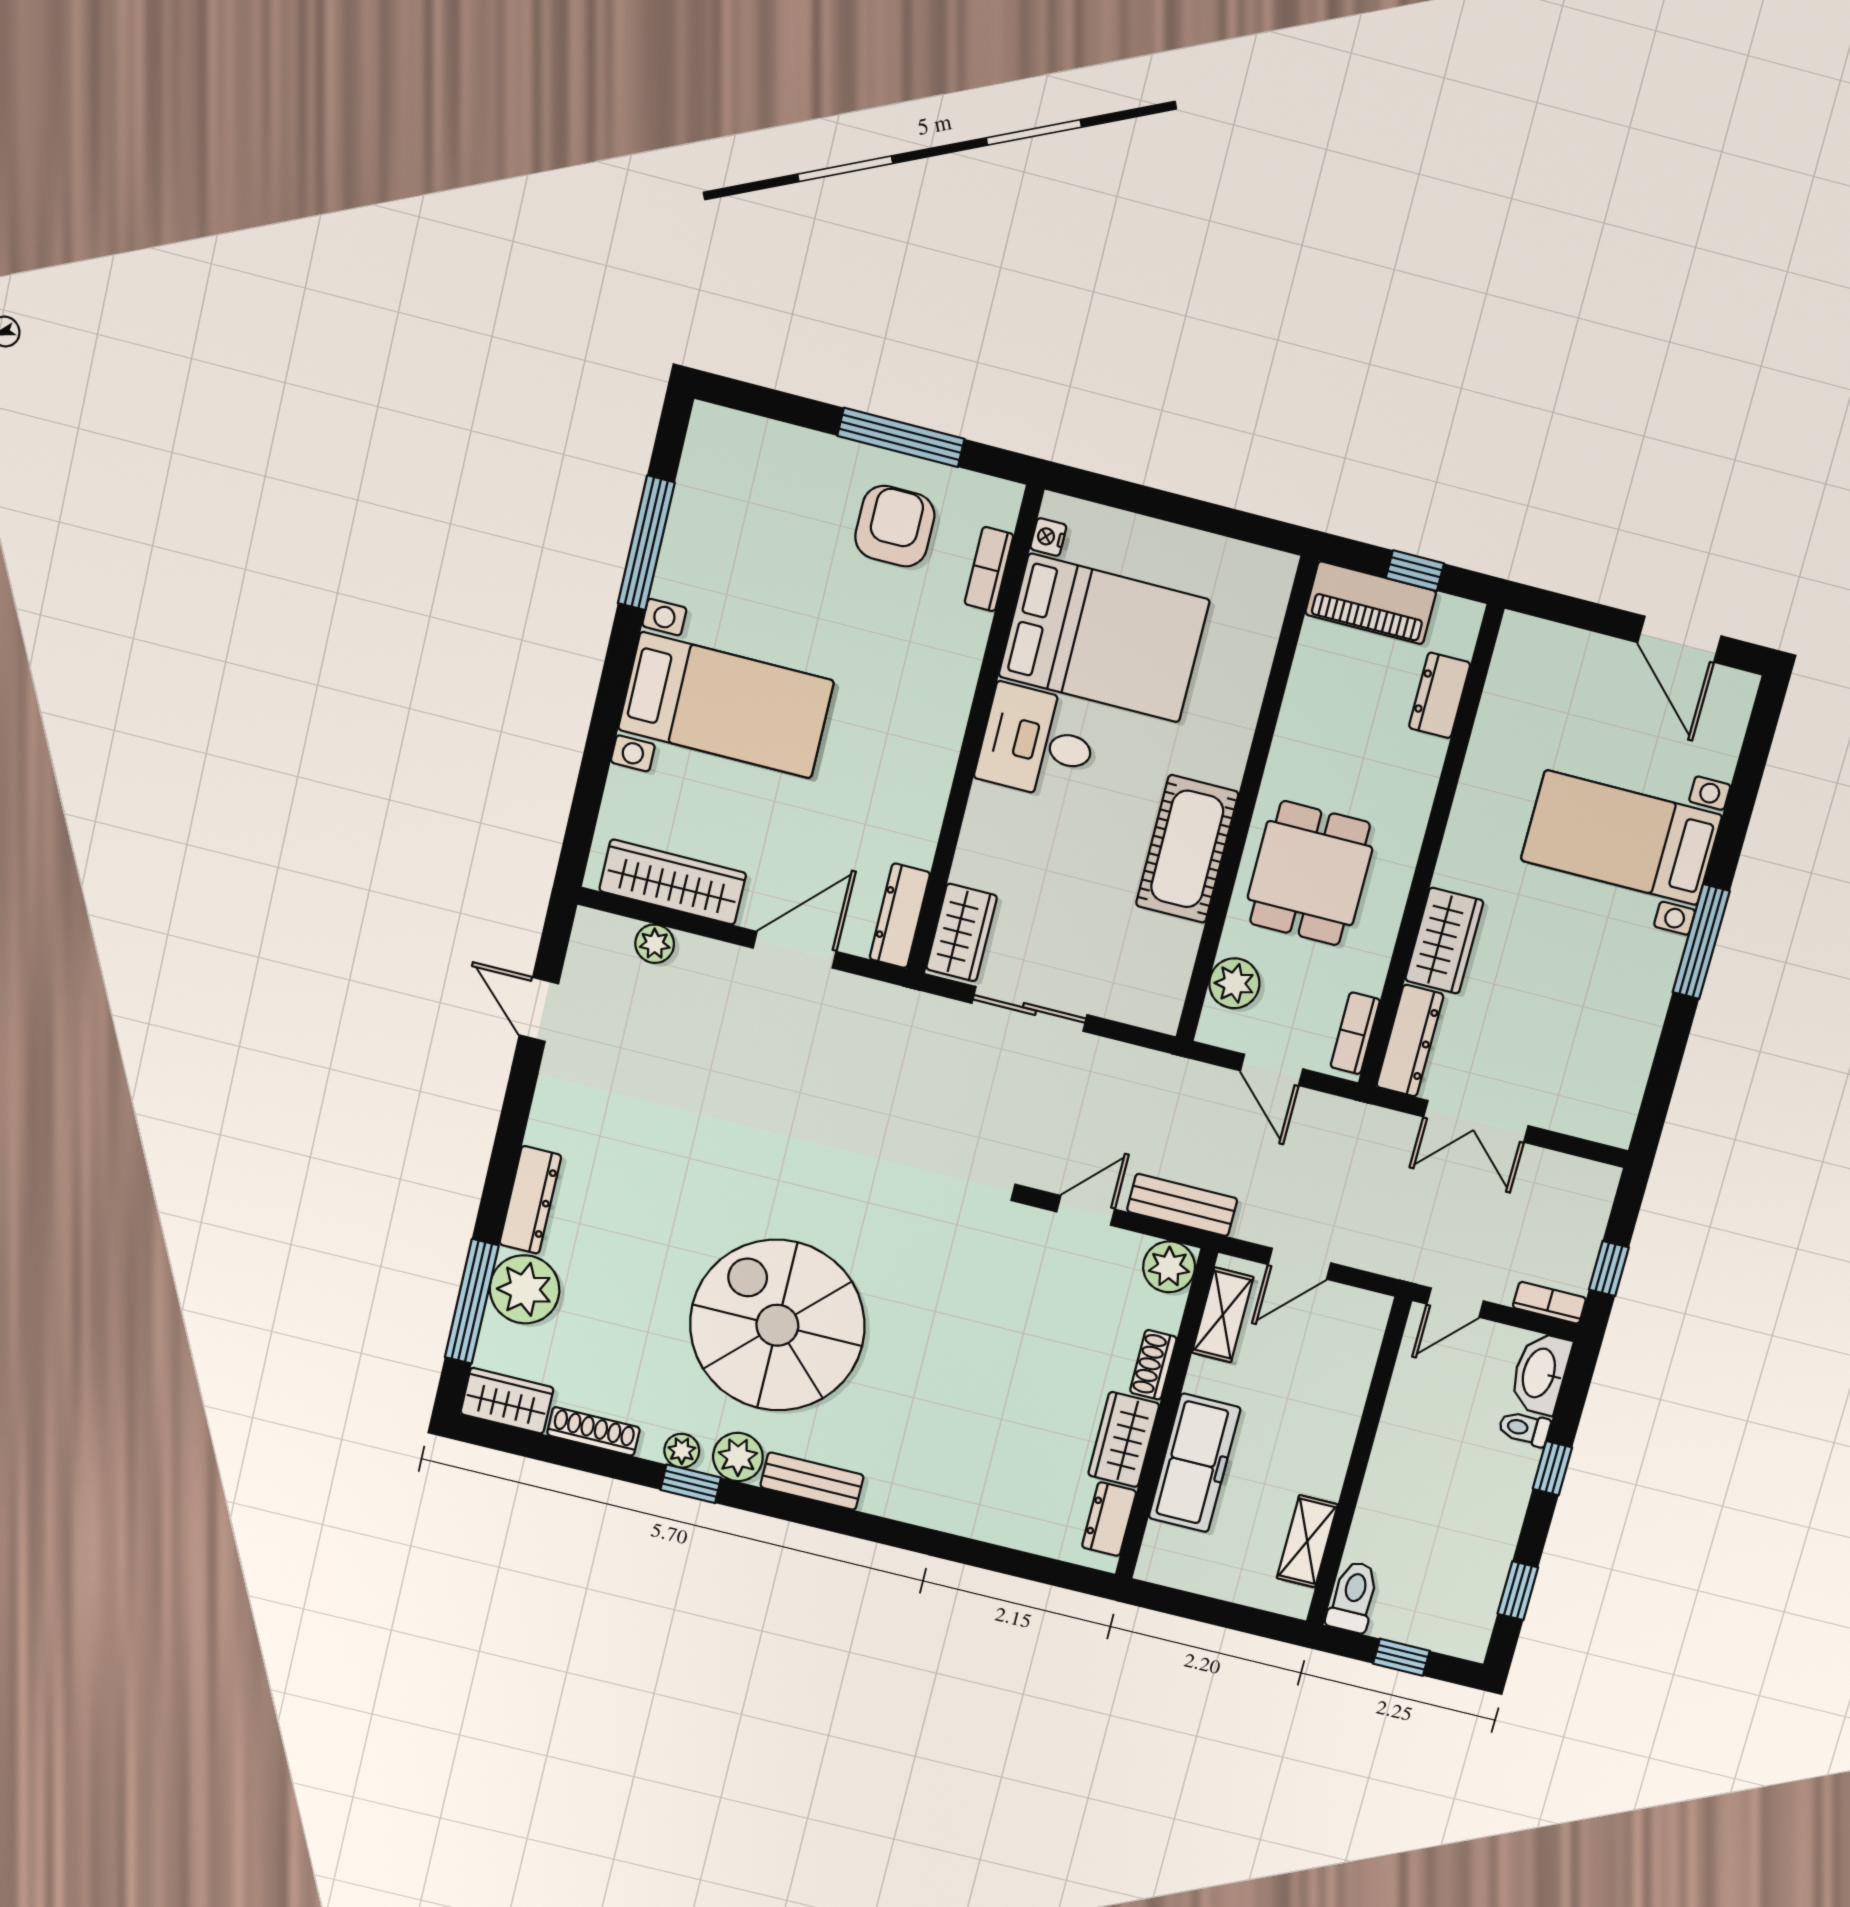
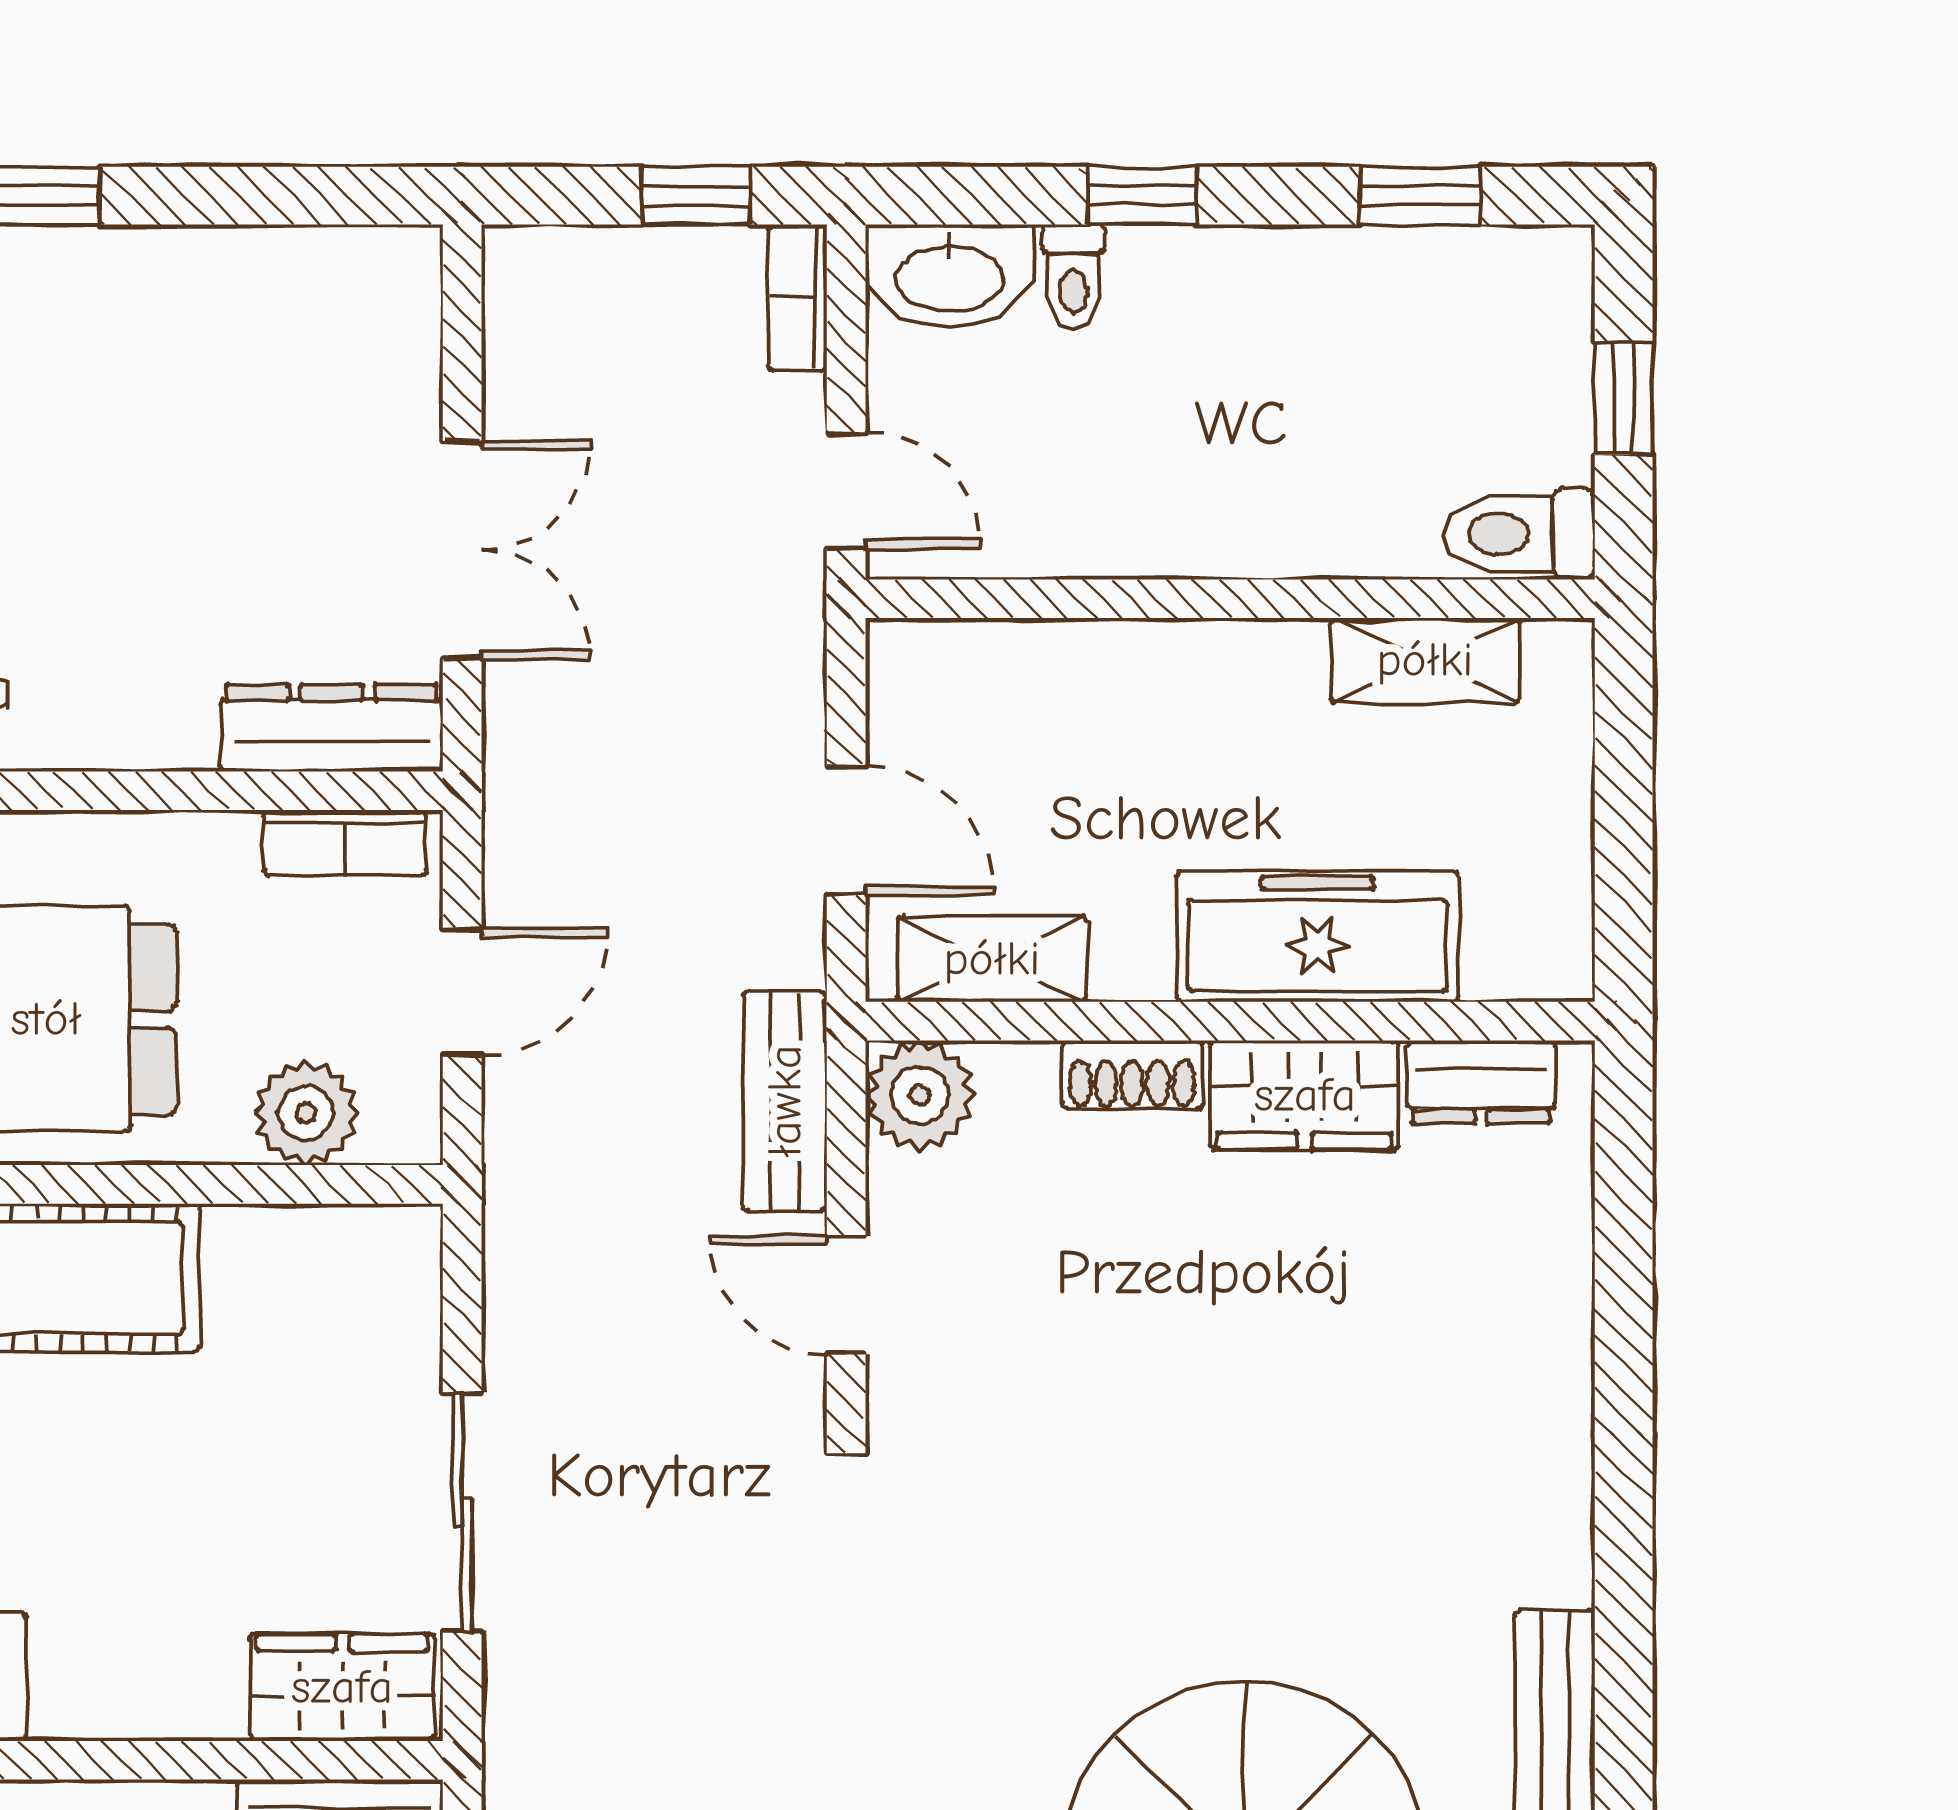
wardrobe: (1444, 941) -> (112, 713), removed

